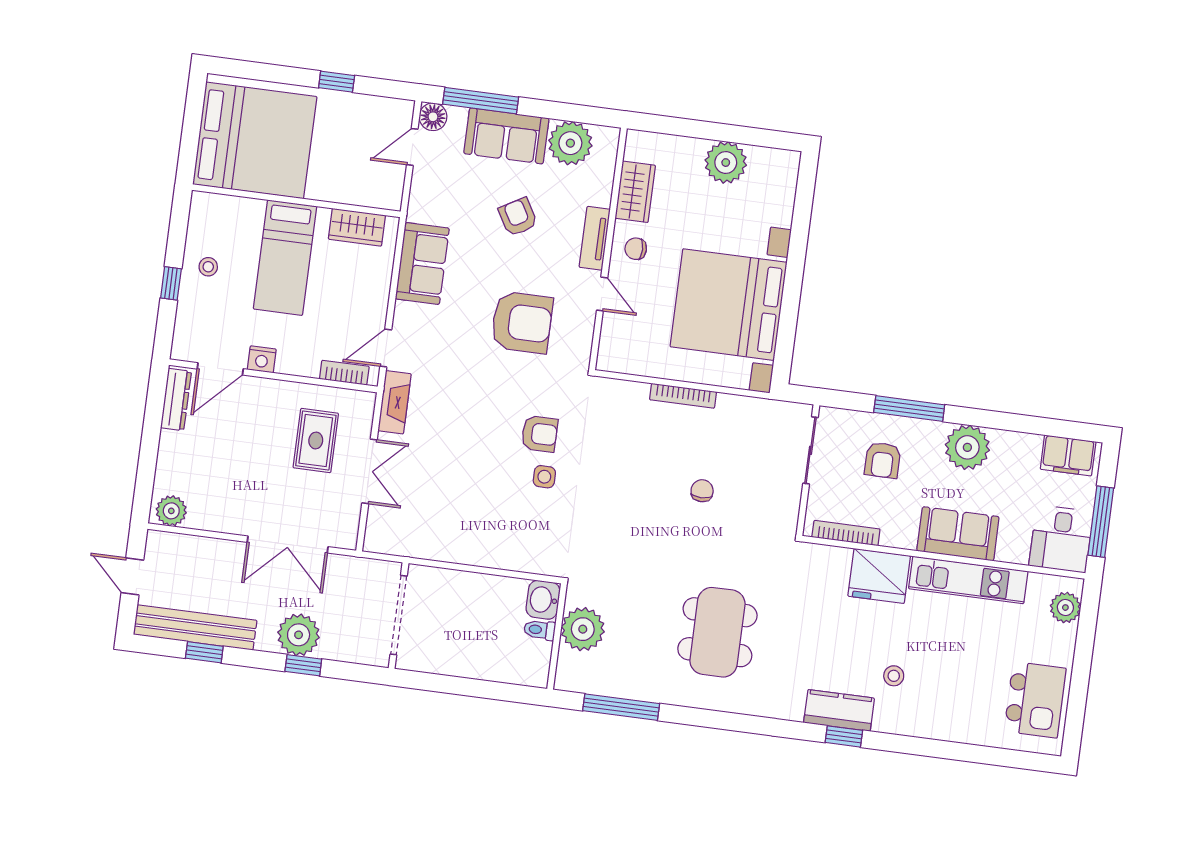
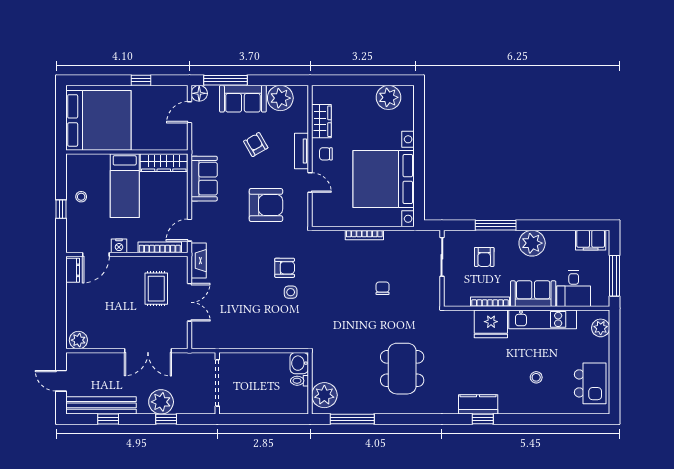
plant: (726, 163) -> (388, 97), moved
wardrobe: (357, 227) -> (164, 163), width x1.50
bookcase: (344, 373) -> (160, 247), width x1.56
dresser: (176, 400) -> (73, 270), width x0.70
bookcase: (846, 533) -> (490, 302), moved
desk: (1061, 539) -> (574, 289), moved
plant: (583, 629) -> (324, 395), moved
stool: (894, 676) -> (536, 377), moved

